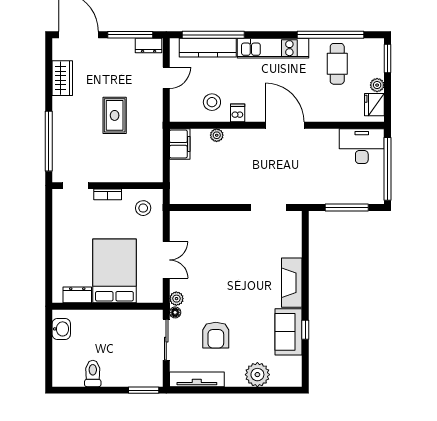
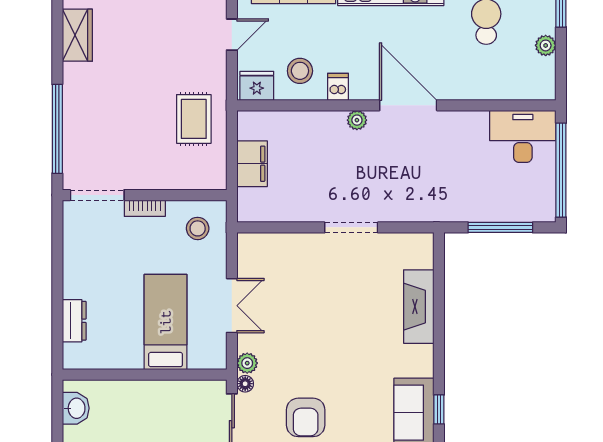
fridge: (374, 105) -> (257, 86), moved, turned 90
rug: (115, 115) -> (194, 119), moved
plant: (217, 135) -> (357, 120), moved
filing cabinet: (180, 144) -> (252, 164), moved
doorway: (76, 186) -> (97, 195), width x1.38
doorway: (269, 207) -> (351, 227), moved
bed: (114, 271) -> (166, 322), width x0.67
fireplace: (292, 283) -> (419, 307), moved
dresser: (77, 295) -> (74, 321), moved, turned 90

